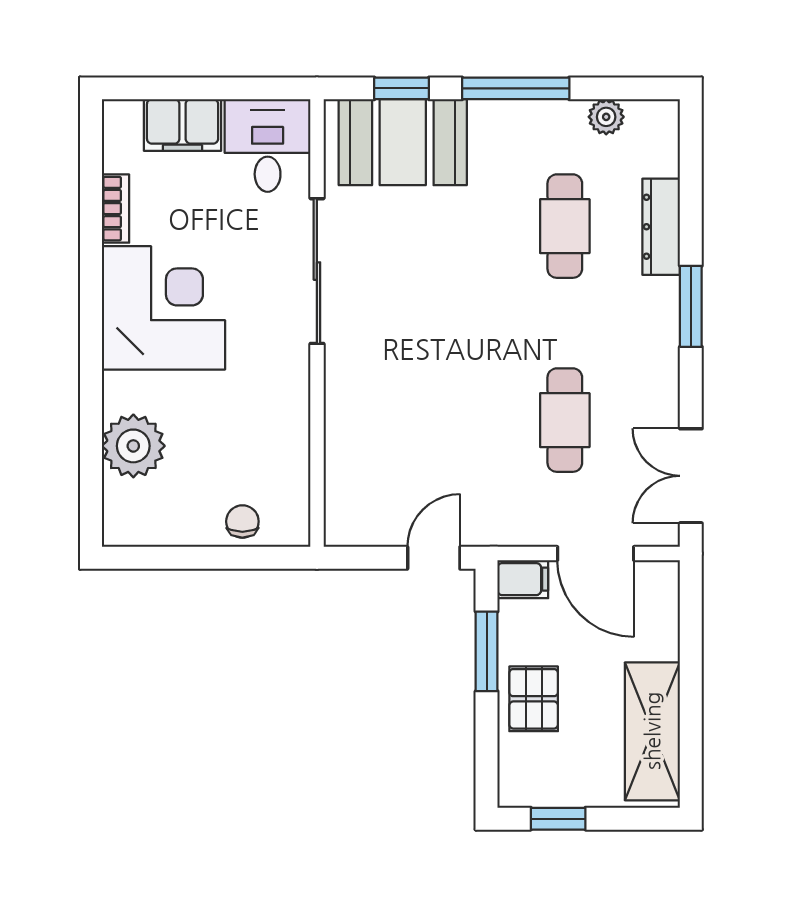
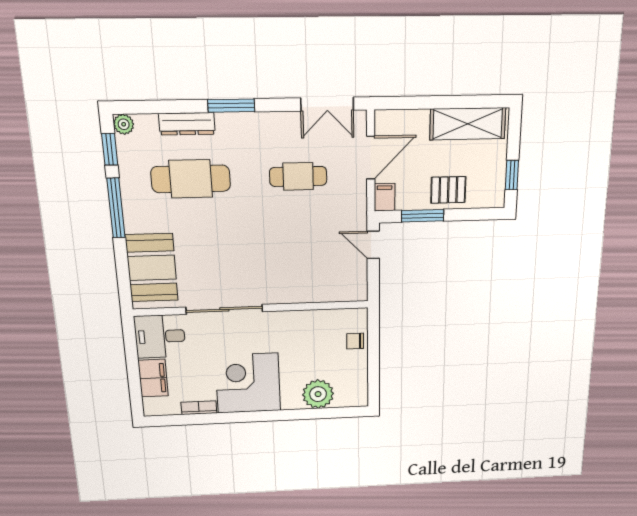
window: (402, 88) -> (110, 149), moved
plant: (606, 117) -> (124, 124), moved
cafe table: (565, 226) -> (191, 179), width x1.37, depth x1.35

